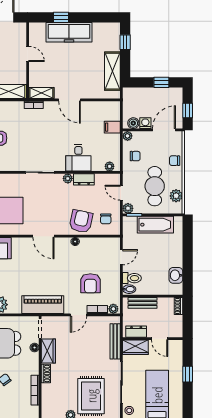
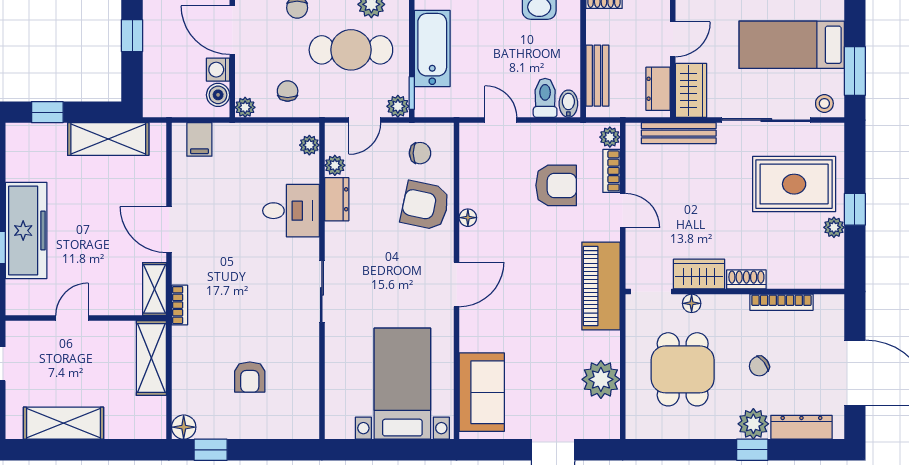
door: (69, 100) -> (169, 230), swing flipped
filing cabinet: (112, 127) -> (199, 139), moved
plant: (68, 178) -> (335, 165), moved

